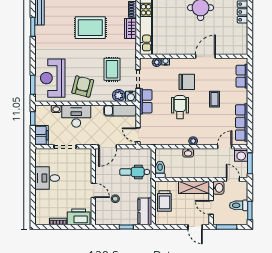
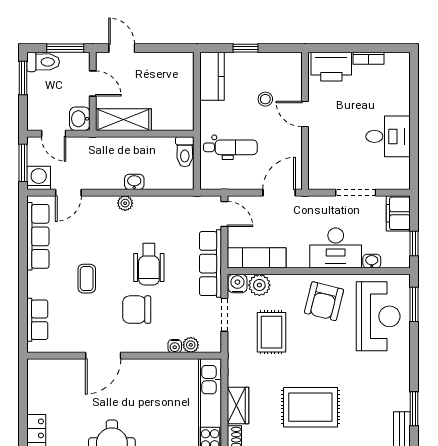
row of seats: (146, 101) -> (211, 264), width x1.48
trolley: (164, 201) -> (177, 95), removed
toilet: (239, 205) -> (43, 62), moved

